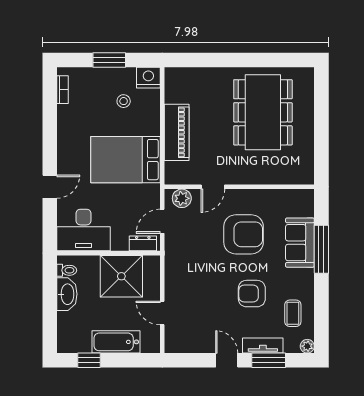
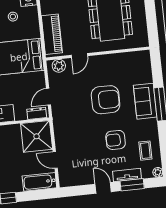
door: (213, 187) -> (79, 56), moved
wall: (239, 187) -> (98, 54), moved
plant: (182, 198) -> (59, 66), moved
shower: (121, 276) -> (37, 136), moved
bathtub: (116, 342) -> (39, 182), moved

